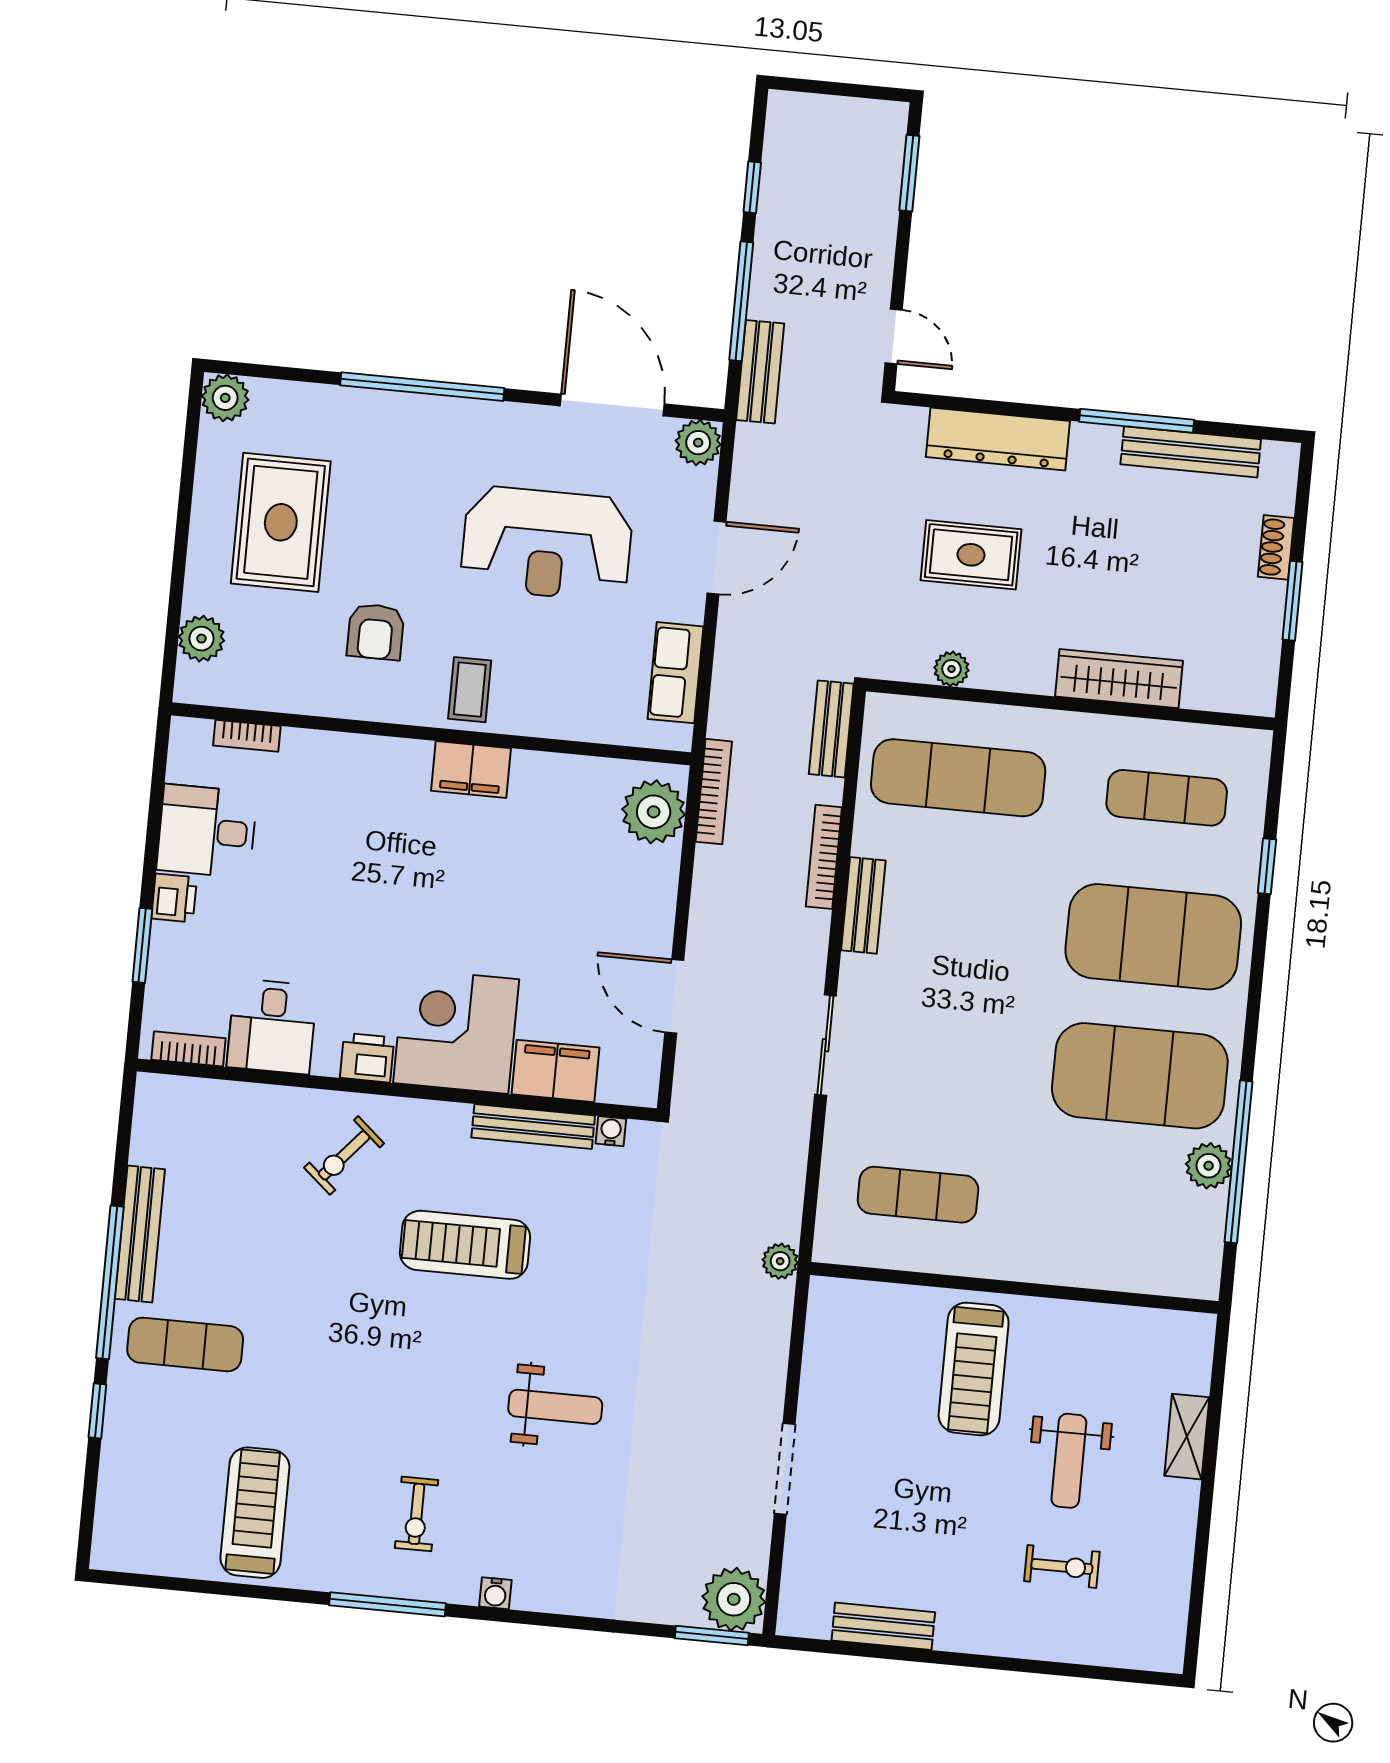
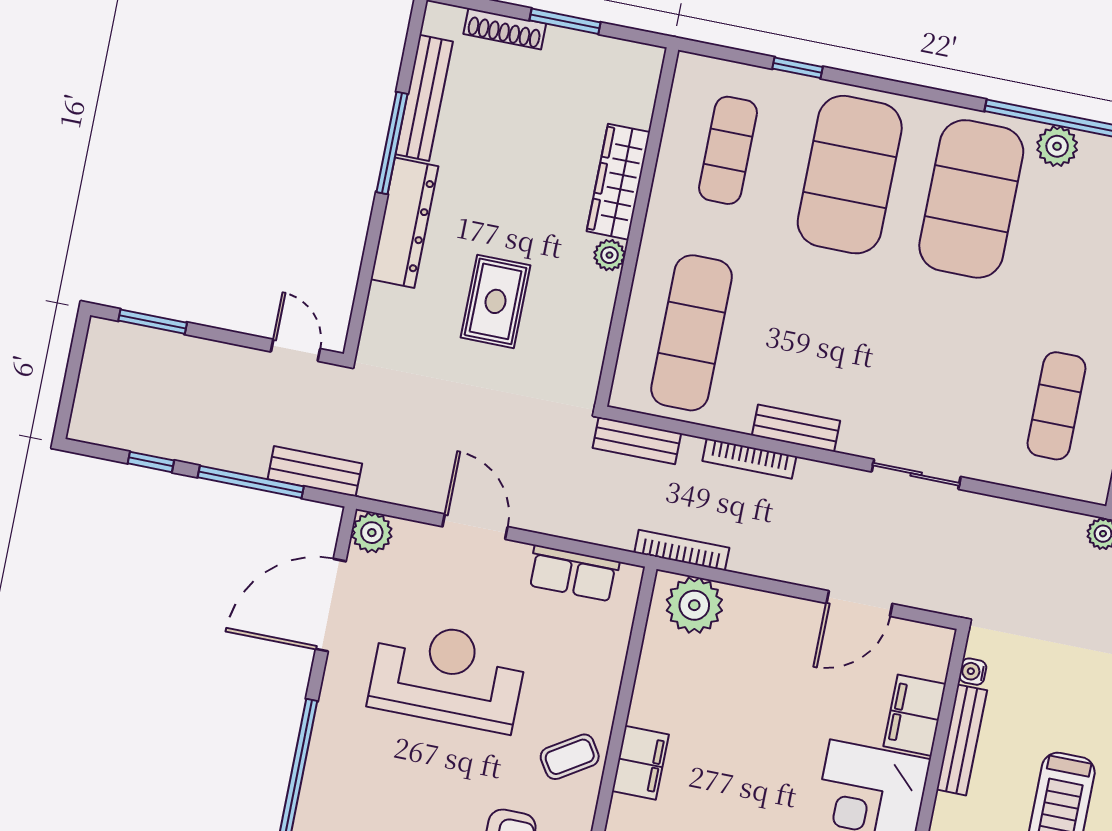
door: (894, 336) -> (295, 350), hinge flipped
dresser: (998, 439) -> (404, 223), moved
reception desk: (547, 544) -> (447, 676), turned -90
shoe rack: (1276, 547) -> (505, 29), width x1.43
plant: (951, 669) -> (609, 255), moved
coffee table: (470, 690) -> (570, 757), turned -32

